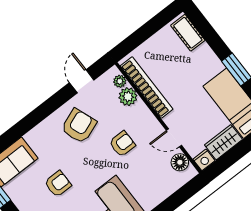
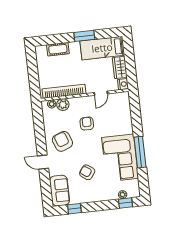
cot: (188, 33) -> (58, 49), moved
door: (82, 81) -> (43, 162), moved
floor lamp: (180, 162) -> (116, 98), removed
armchair: (58, 184) -> (87, 172), turned -55

